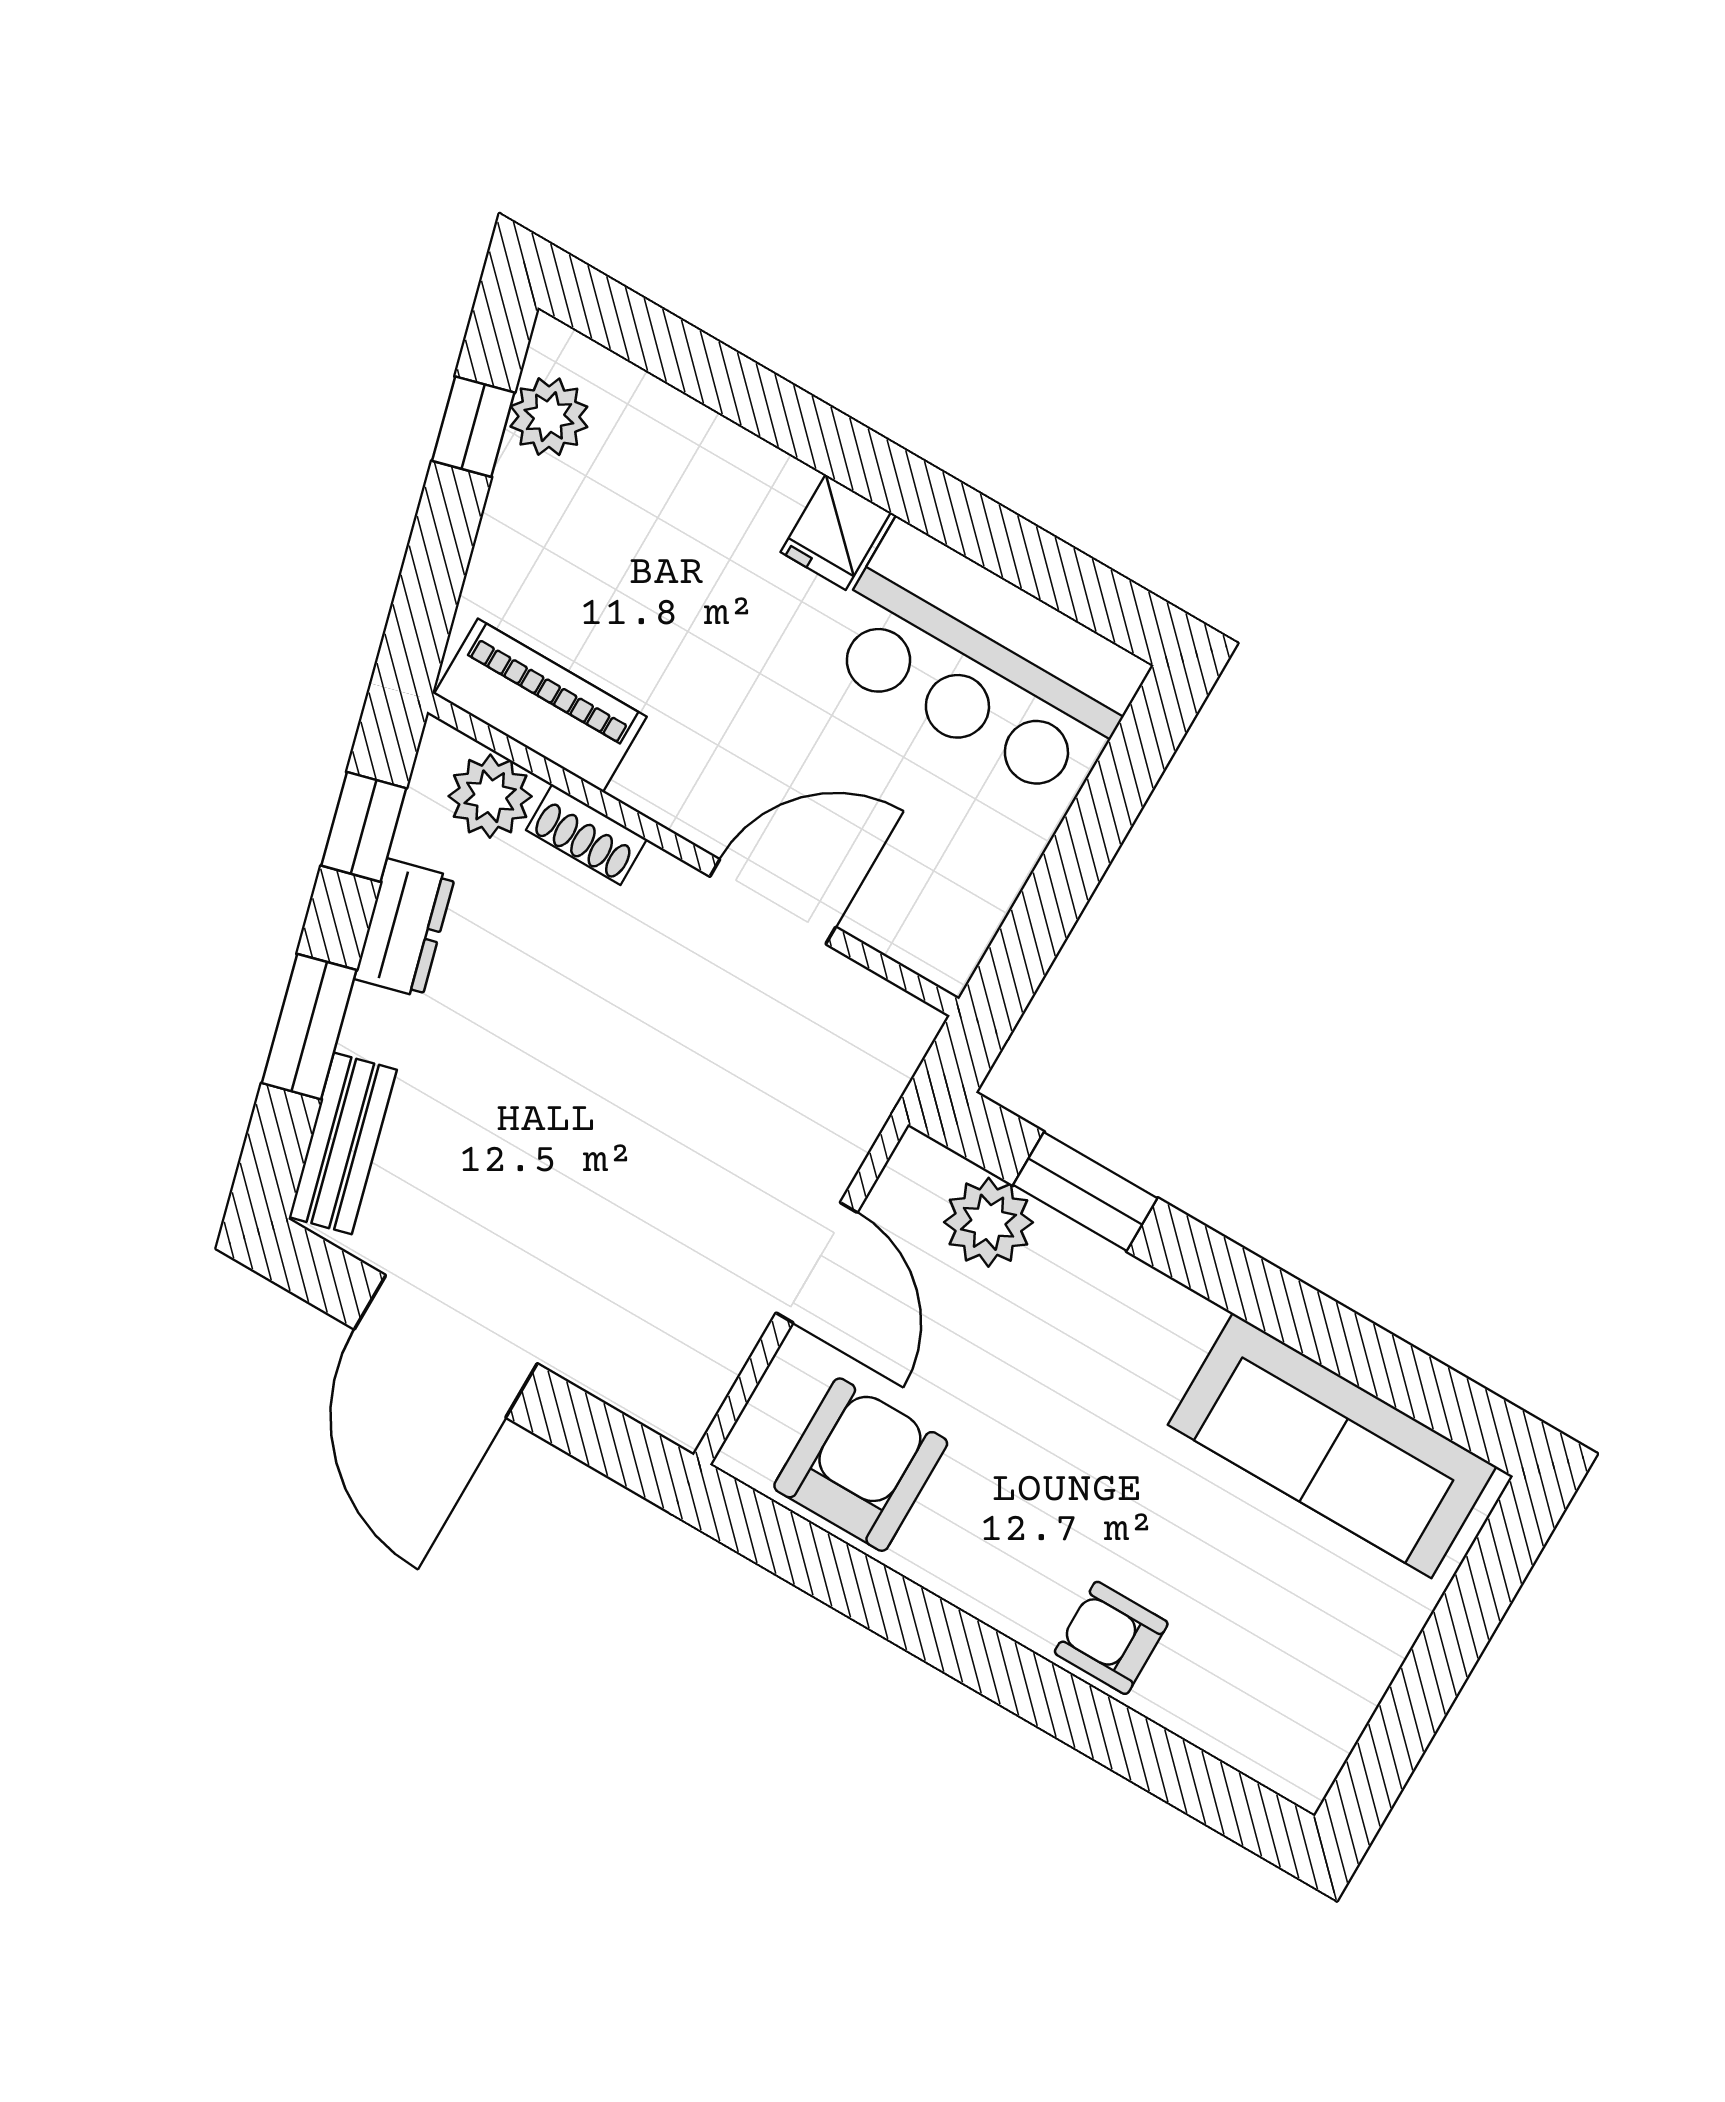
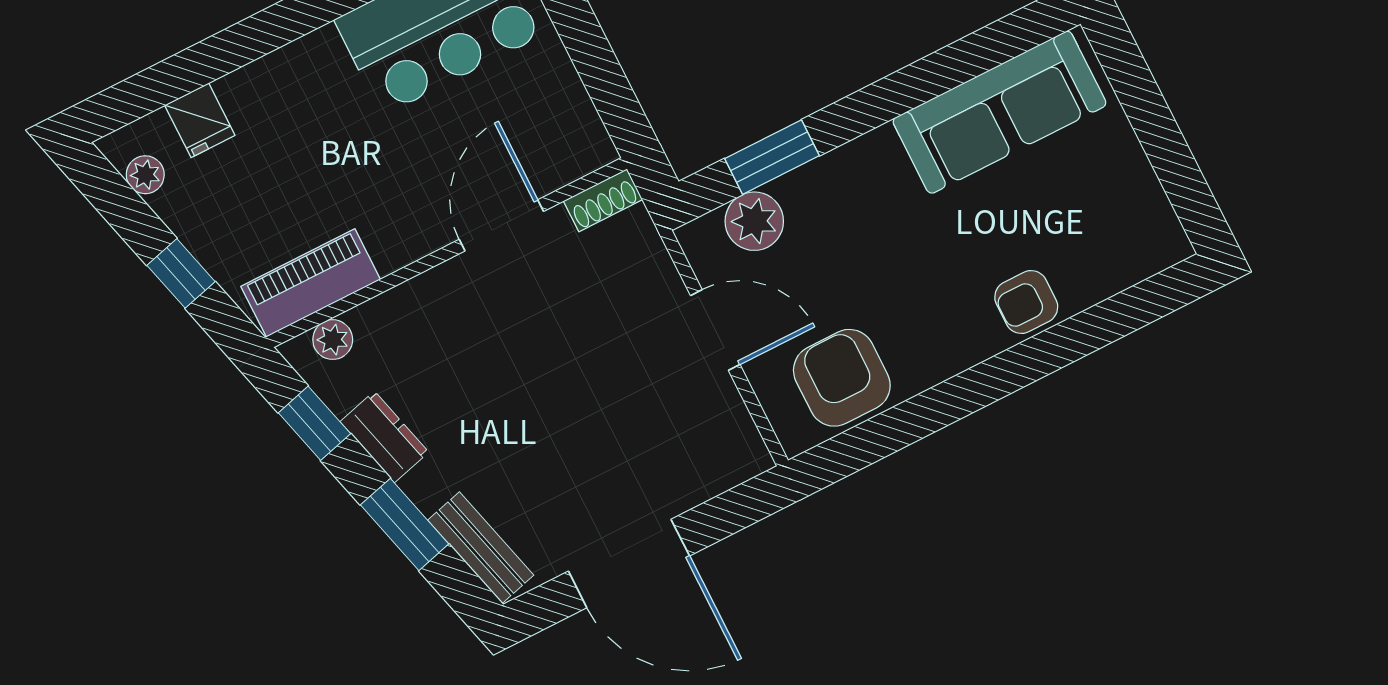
plant: (549, 417) -> (145, 175), width x0.73, depth x0.73
window: (473, 427) -> (181, 273), moved
fridge: (836, 532) -> (200, 120), moved
plant: (490, 796) -> (333, 340), width x0.73, depth x0.73
shoe rack: (586, 835) -> (603, 200), moved

